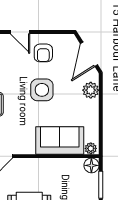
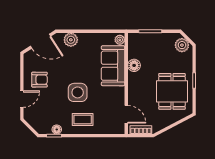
side table: (42, 90) -> (78, 92), moved
floor lamp: (91, 165) -> (134, 65), moved

